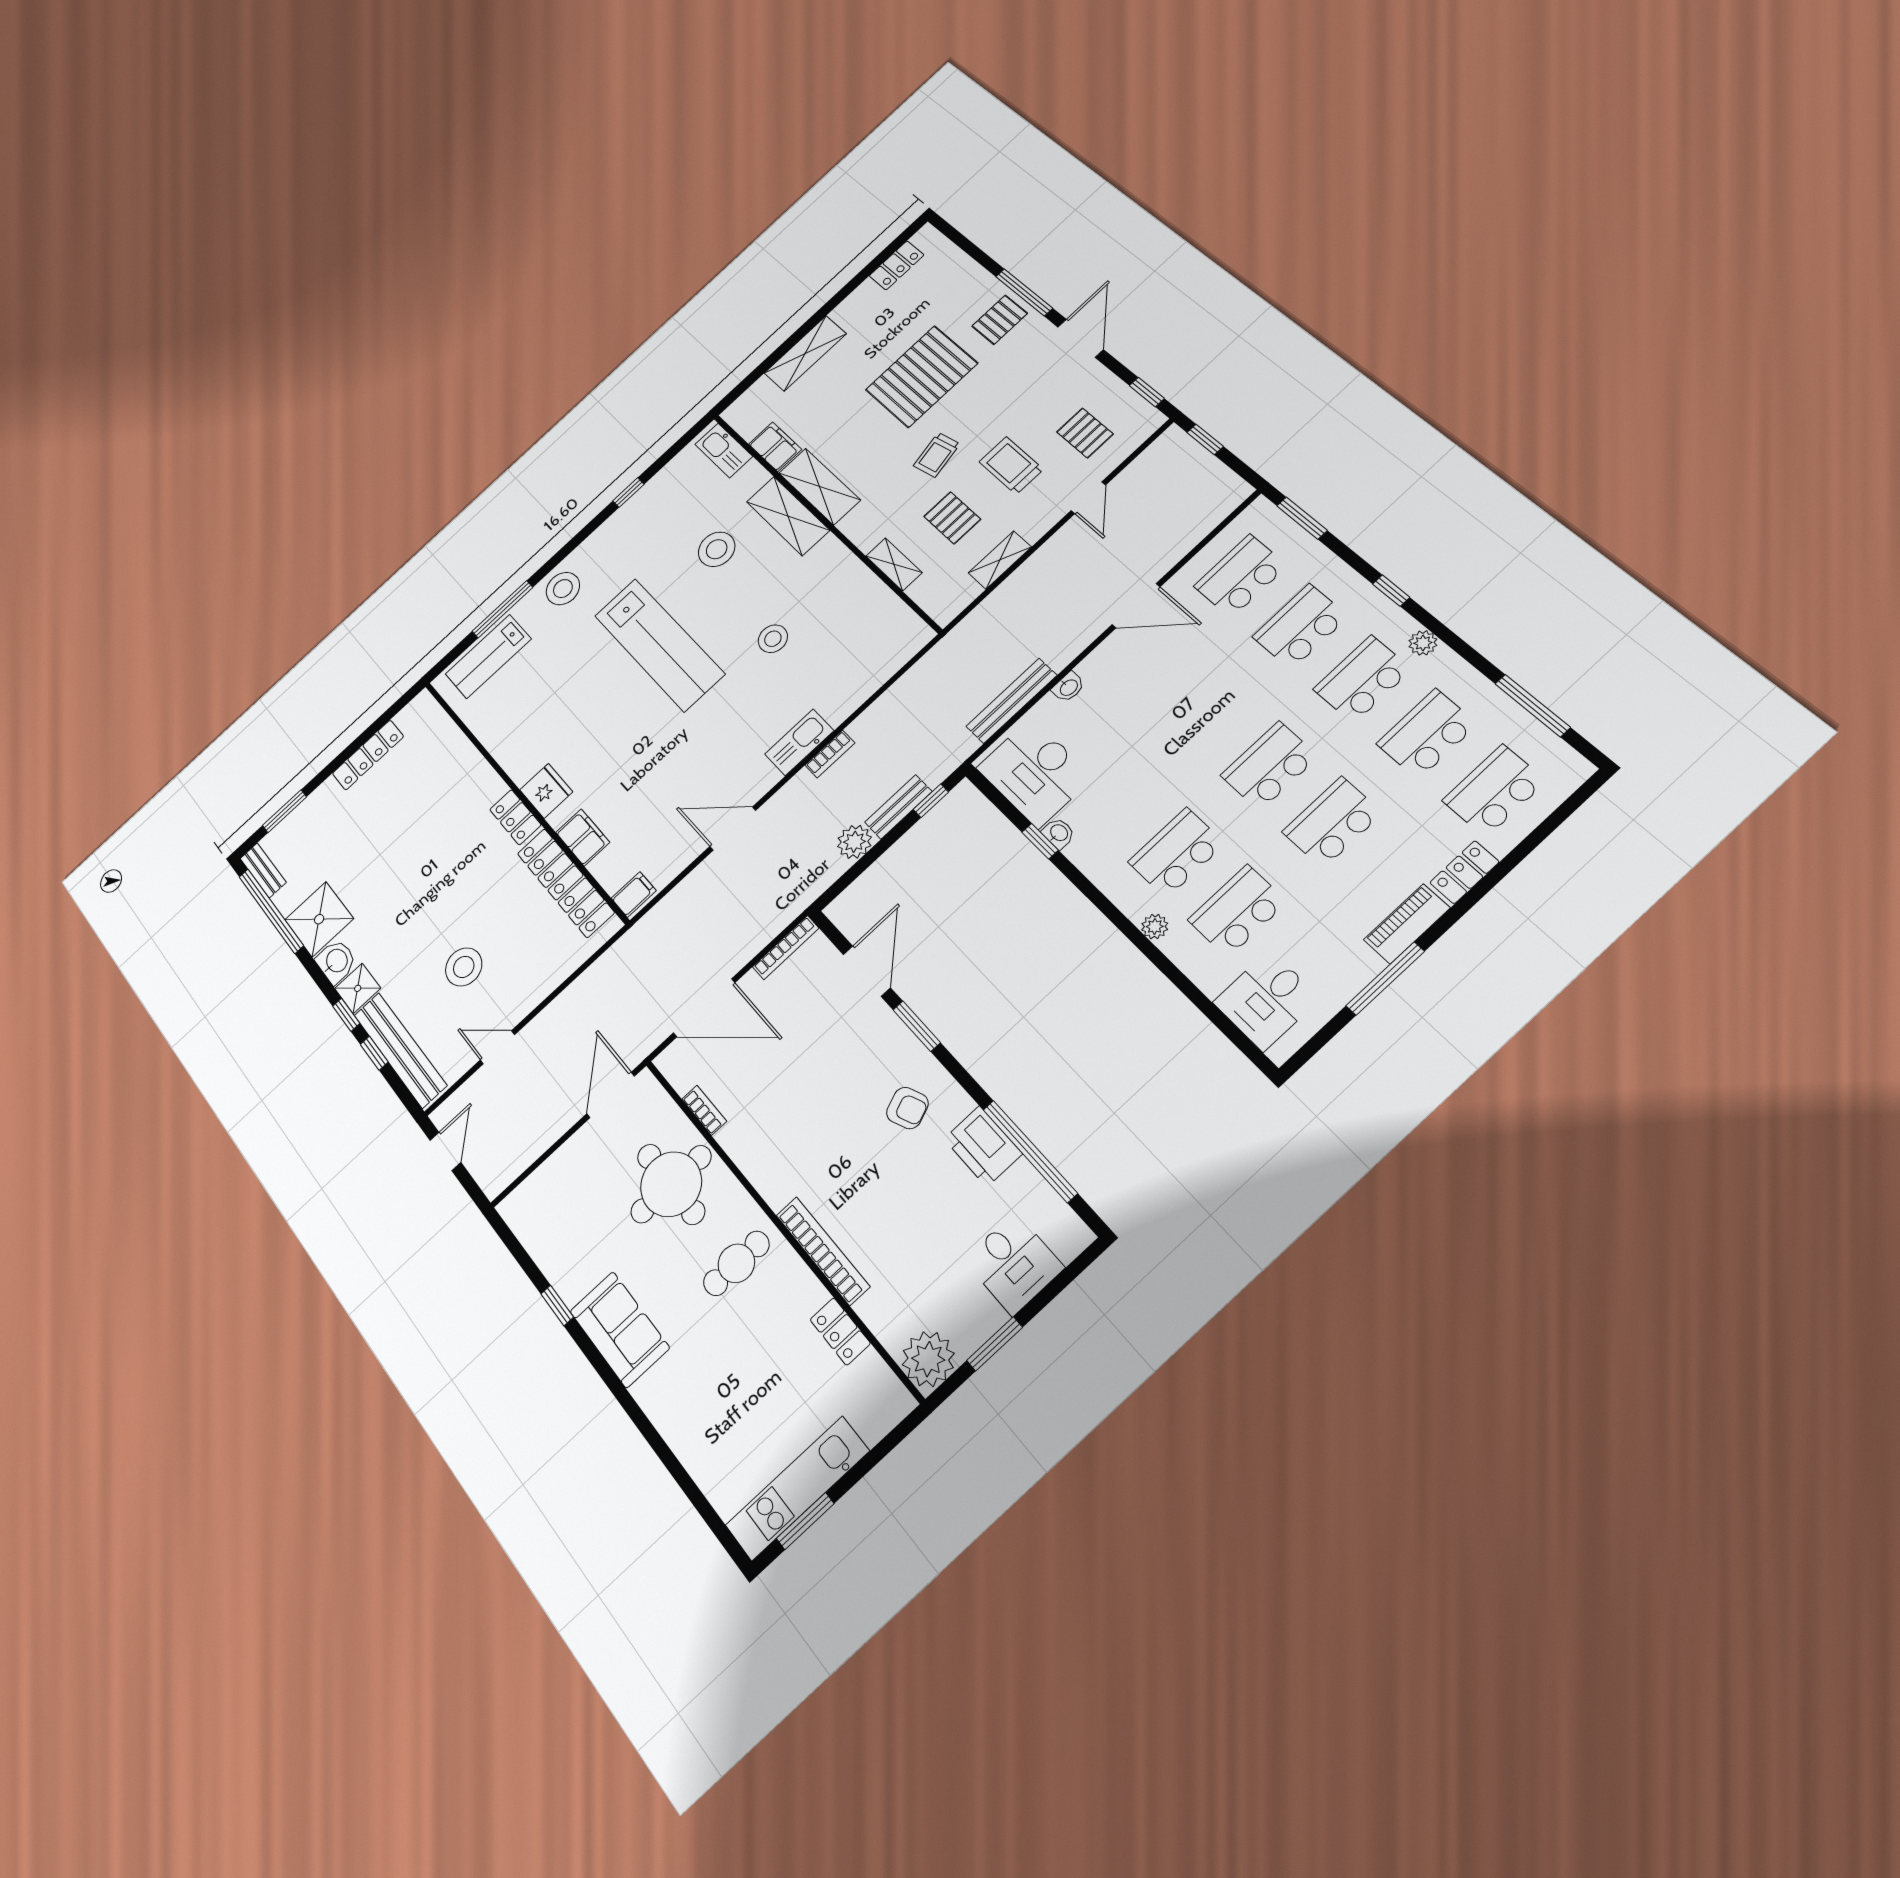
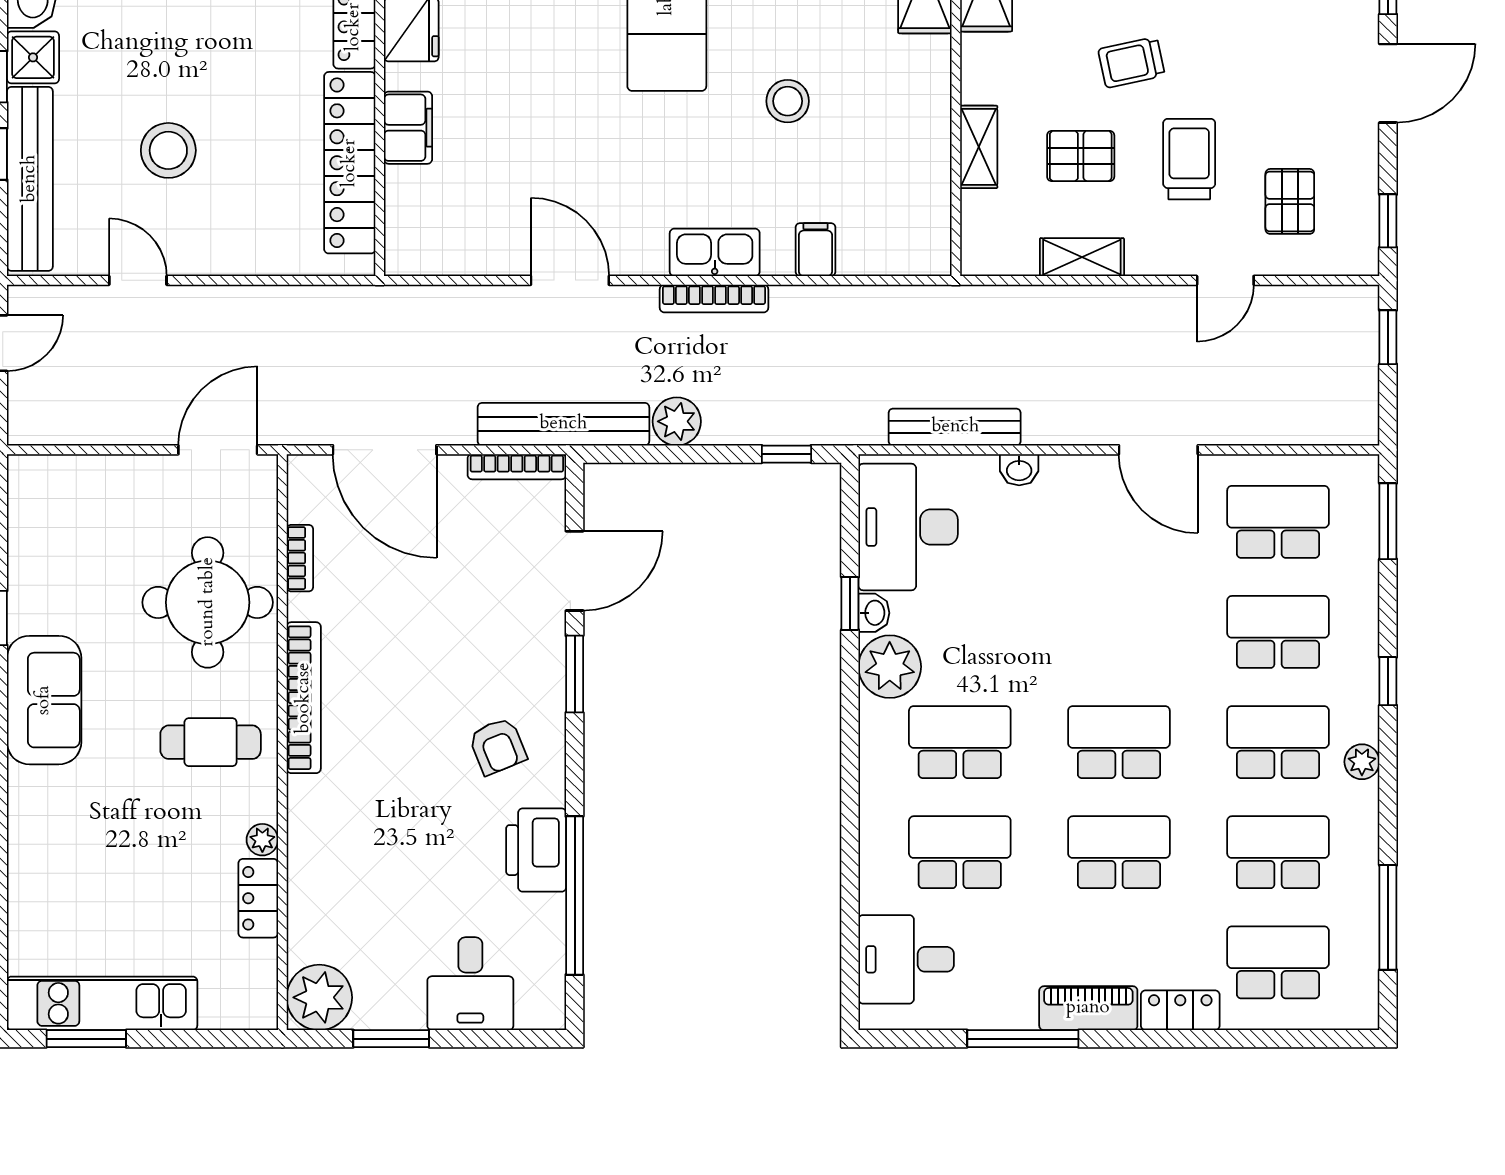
pallet: (952, 518) -> (1081, 156), turned 90
bookcase: (830, 754) -> (714, 298), width x1.56
bench: (898, 807) -> (563, 424), moved, width x1.86, depth x1.21
filing cabinet: (634, 894) -> (815, 250), moved, turned -90
plant: (1155, 927) -> (890, 667), moved, width x1.88, depth x1.88
bookcase: (823, 1251) -> (304, 698), moved
plant: (814, 1293) -> (262, 840), added

